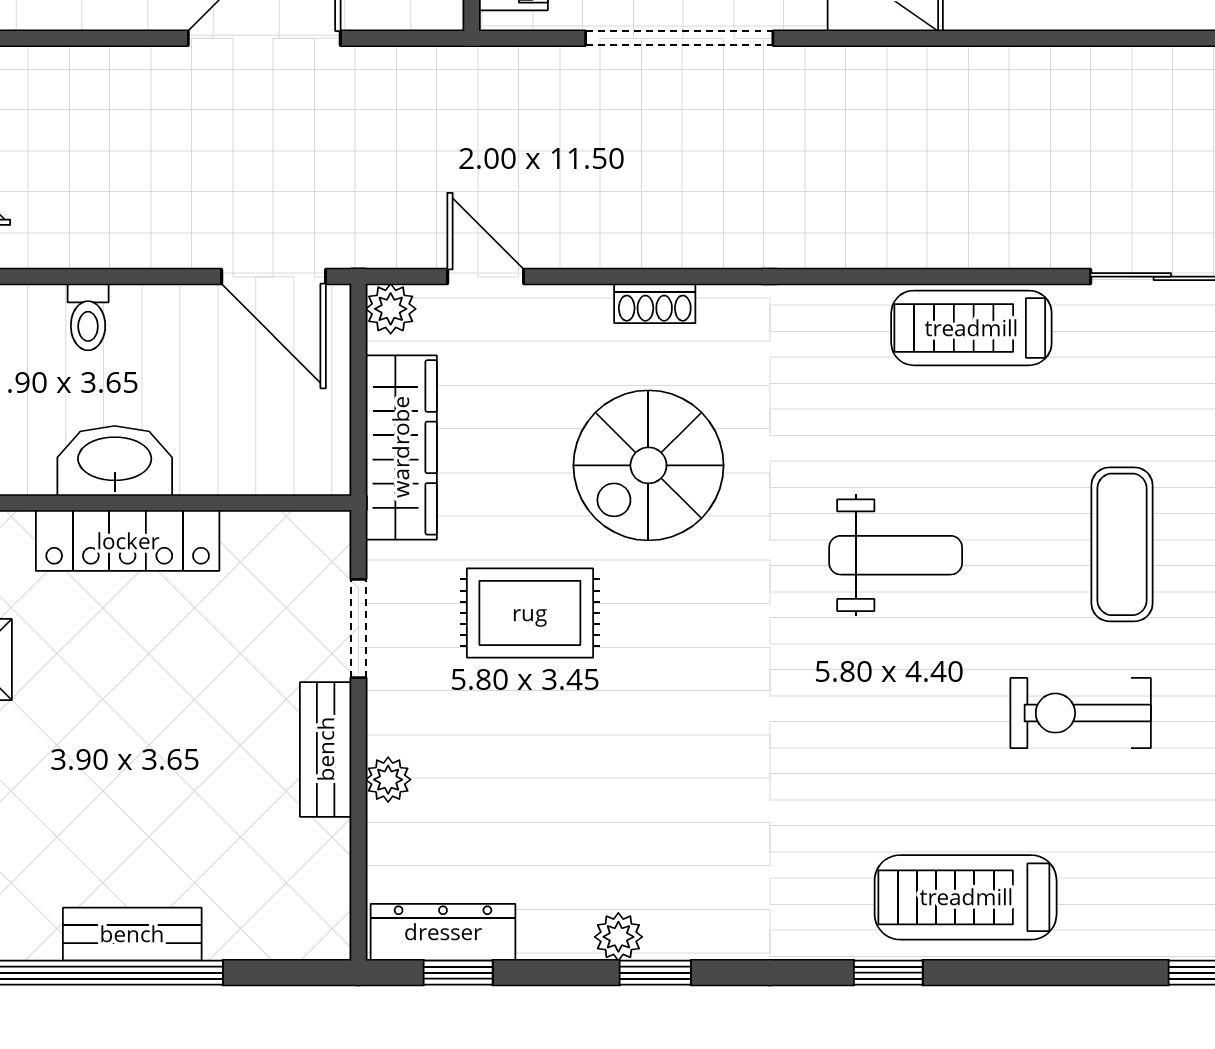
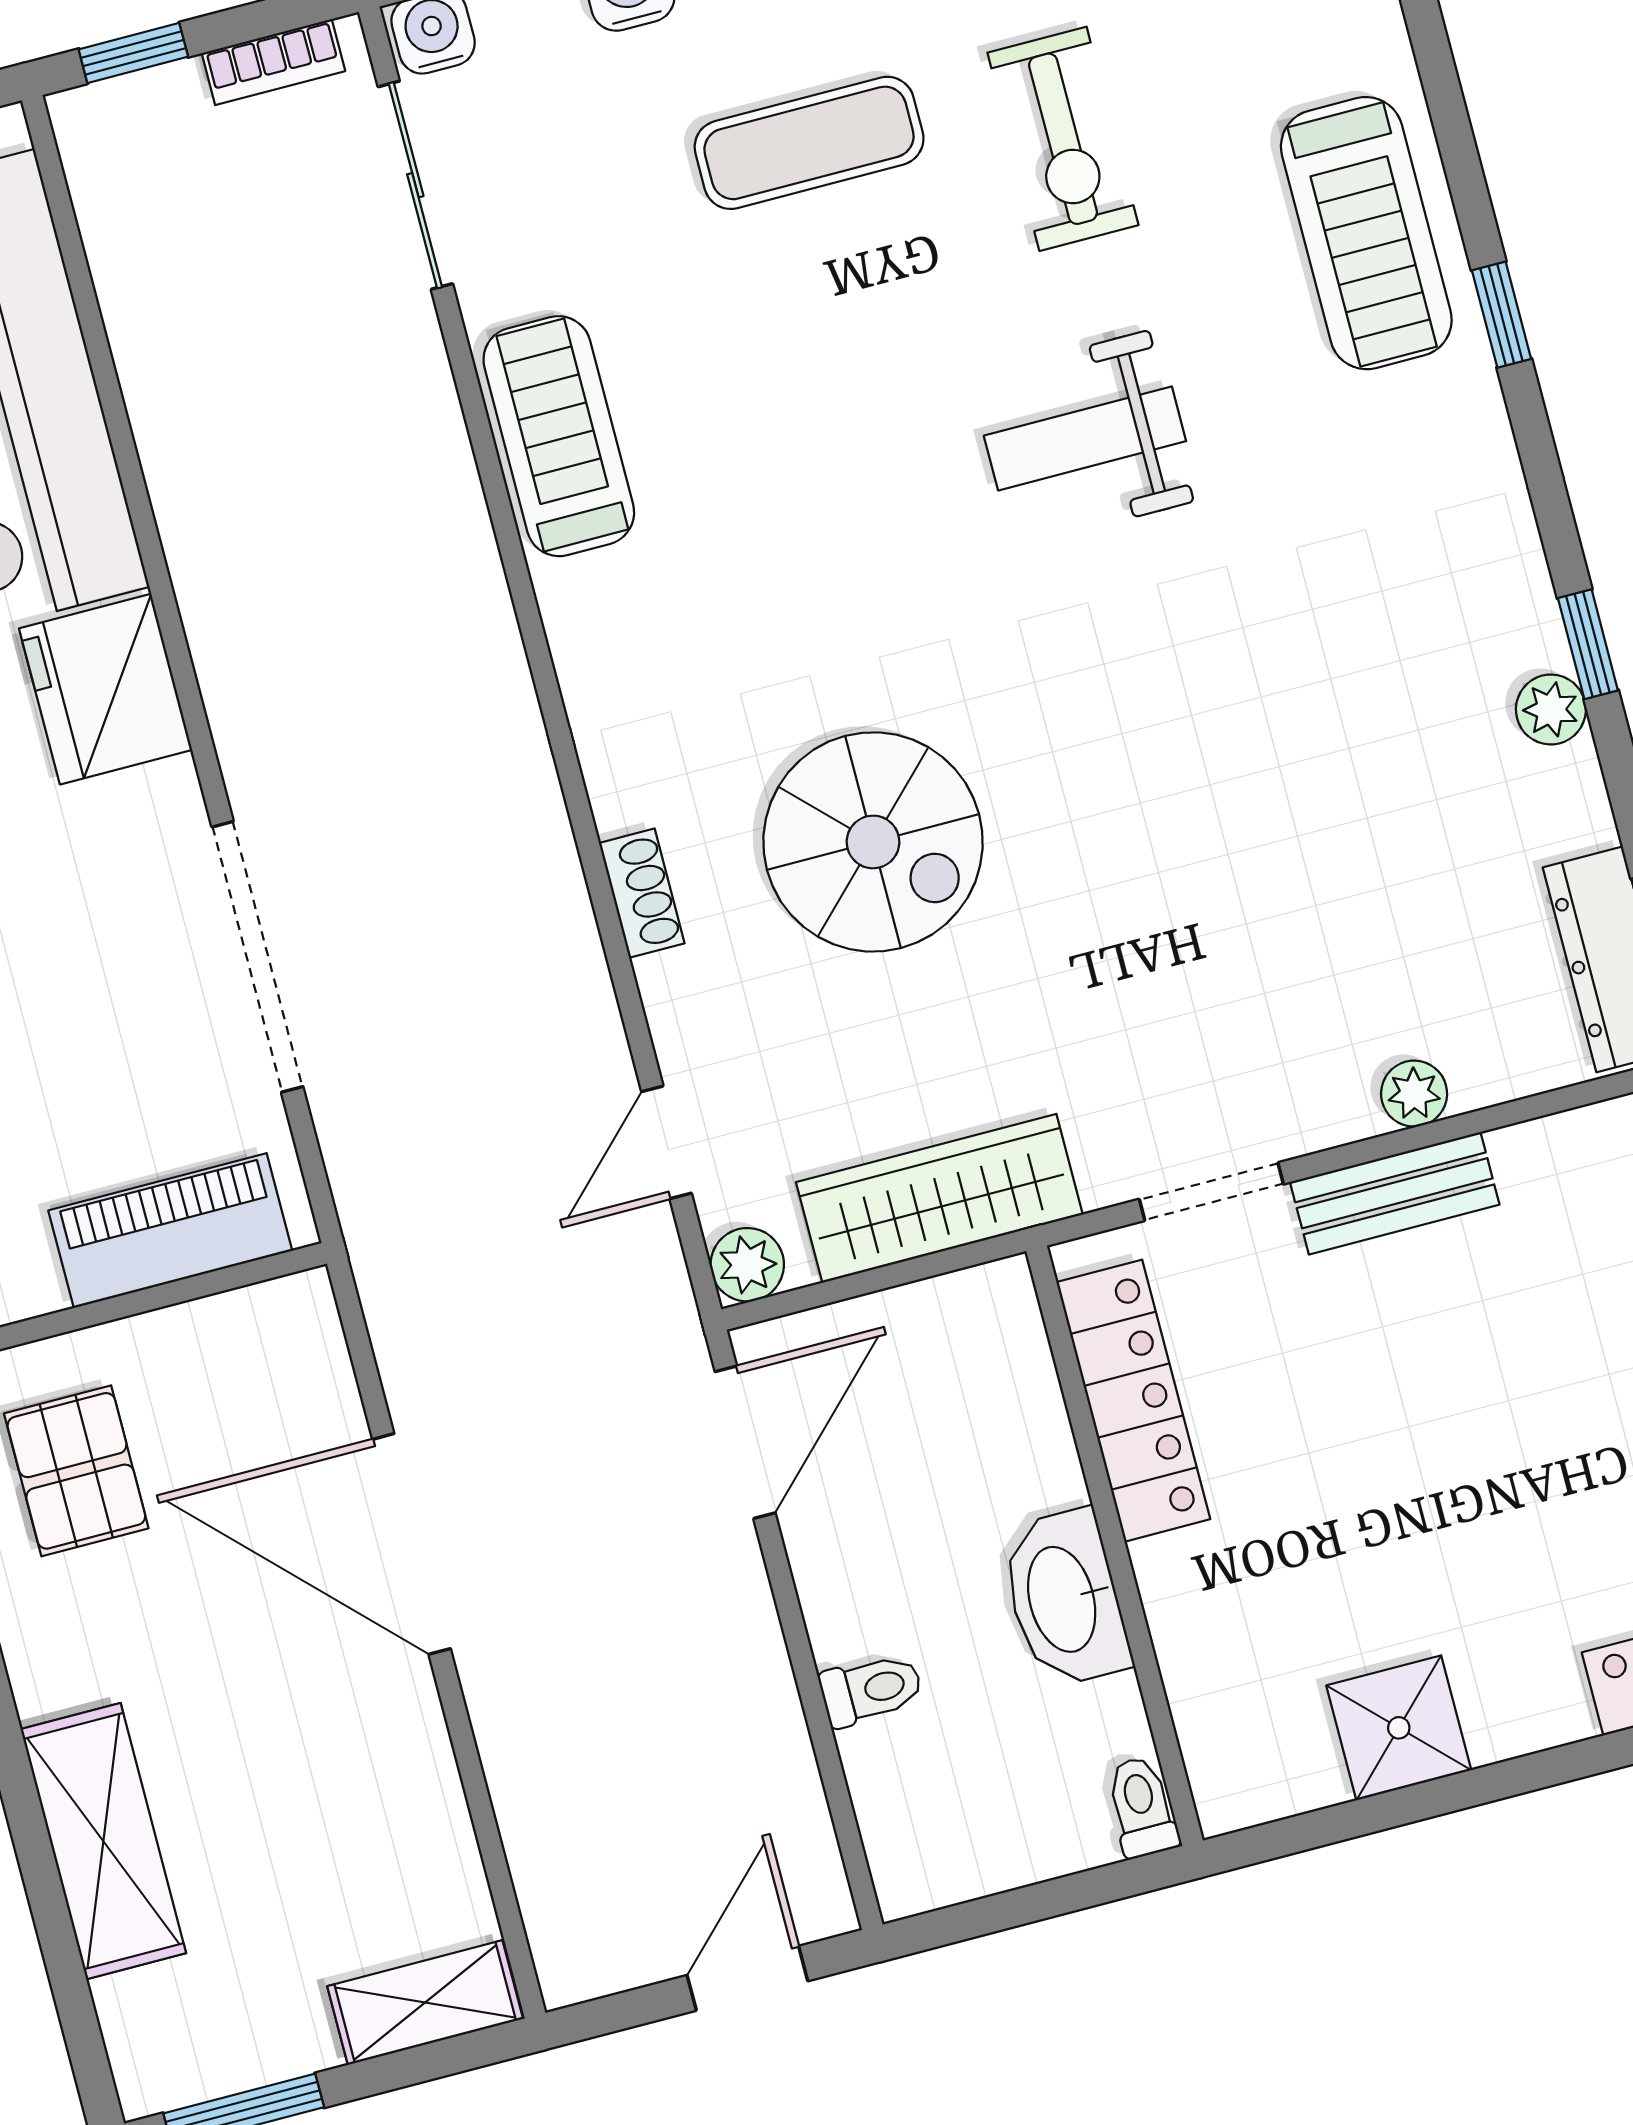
treadmill: (971, 328) -> (559, 436), turned 180
locker: (128, 541) -> (1133, 1401), moved
weight bench: (896, 555) -> (1085, 438), moved, turned -90
rug: (530, 613) -> (1126, 955), removed

